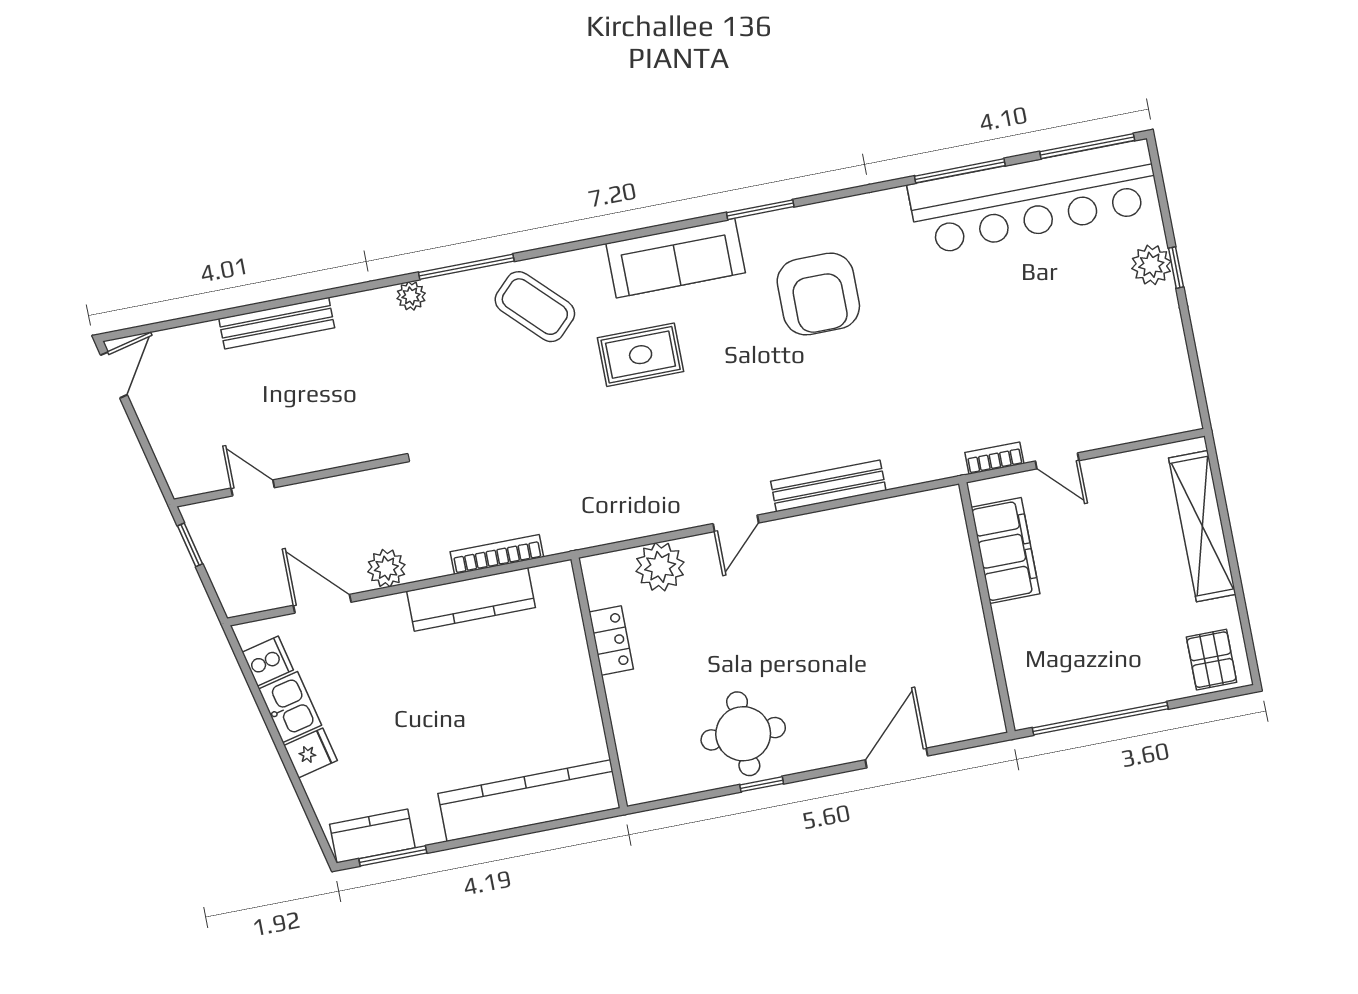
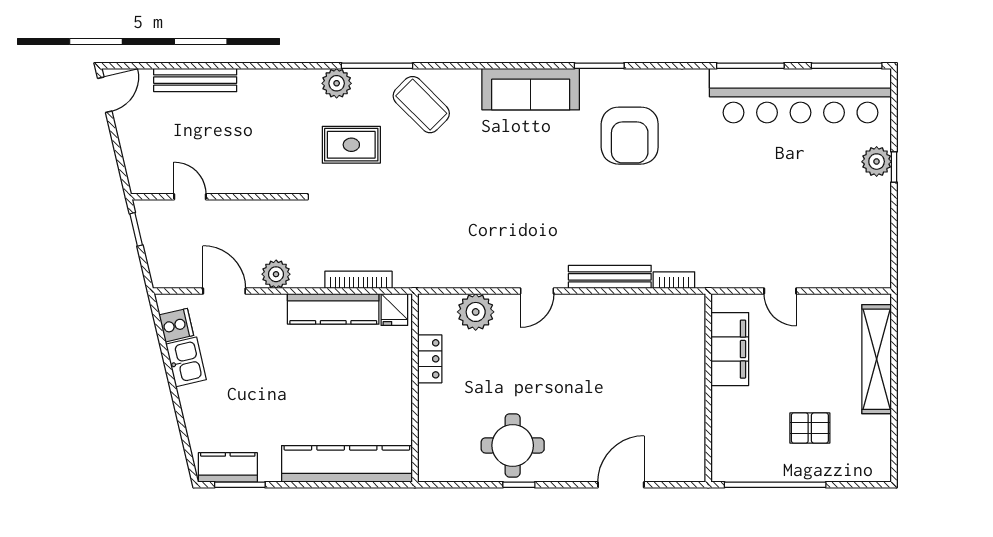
plant: (411, 296) -> (337, 83), width x1.38, depth x1.38
bench: (277, 323) -> (195, 80), moved
rug: (641, 355) -> (351, 145), moved
bookcase: (994, 458) -> (674, 280), moved
pallet: (1212, 660) -> (810, 428), moved, turned 90
fridge: (310, 753) -> (394, 310), moved, turned 103

